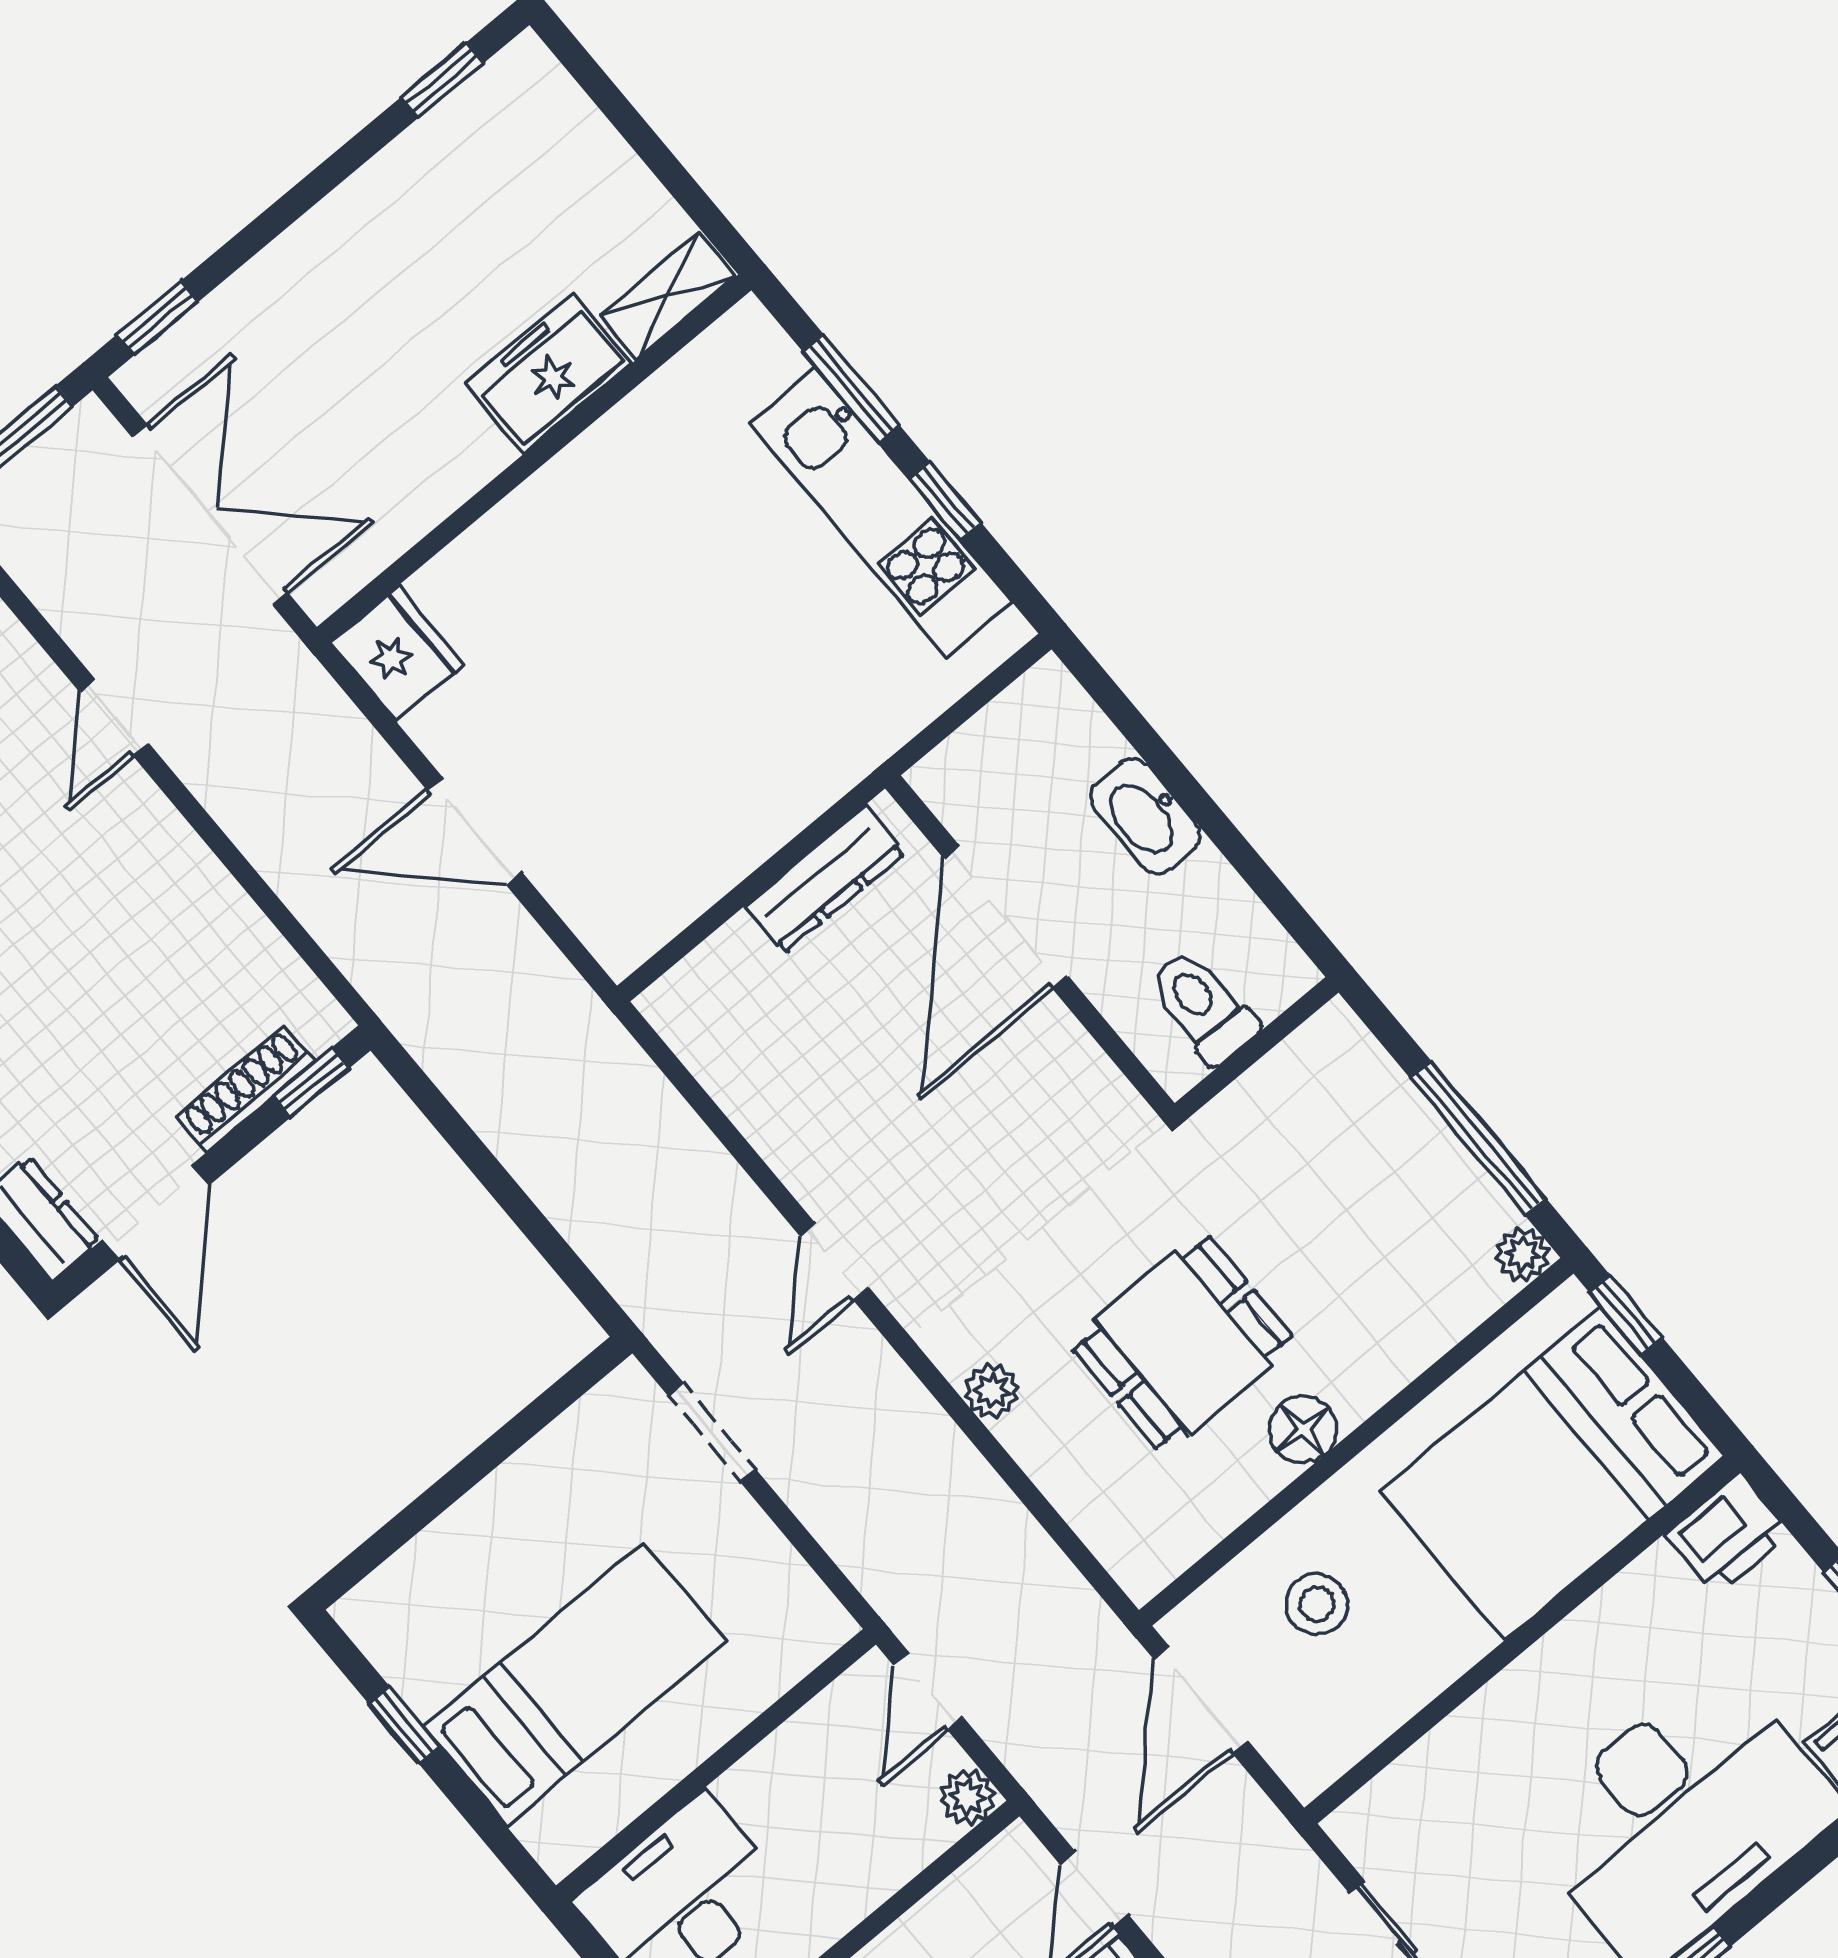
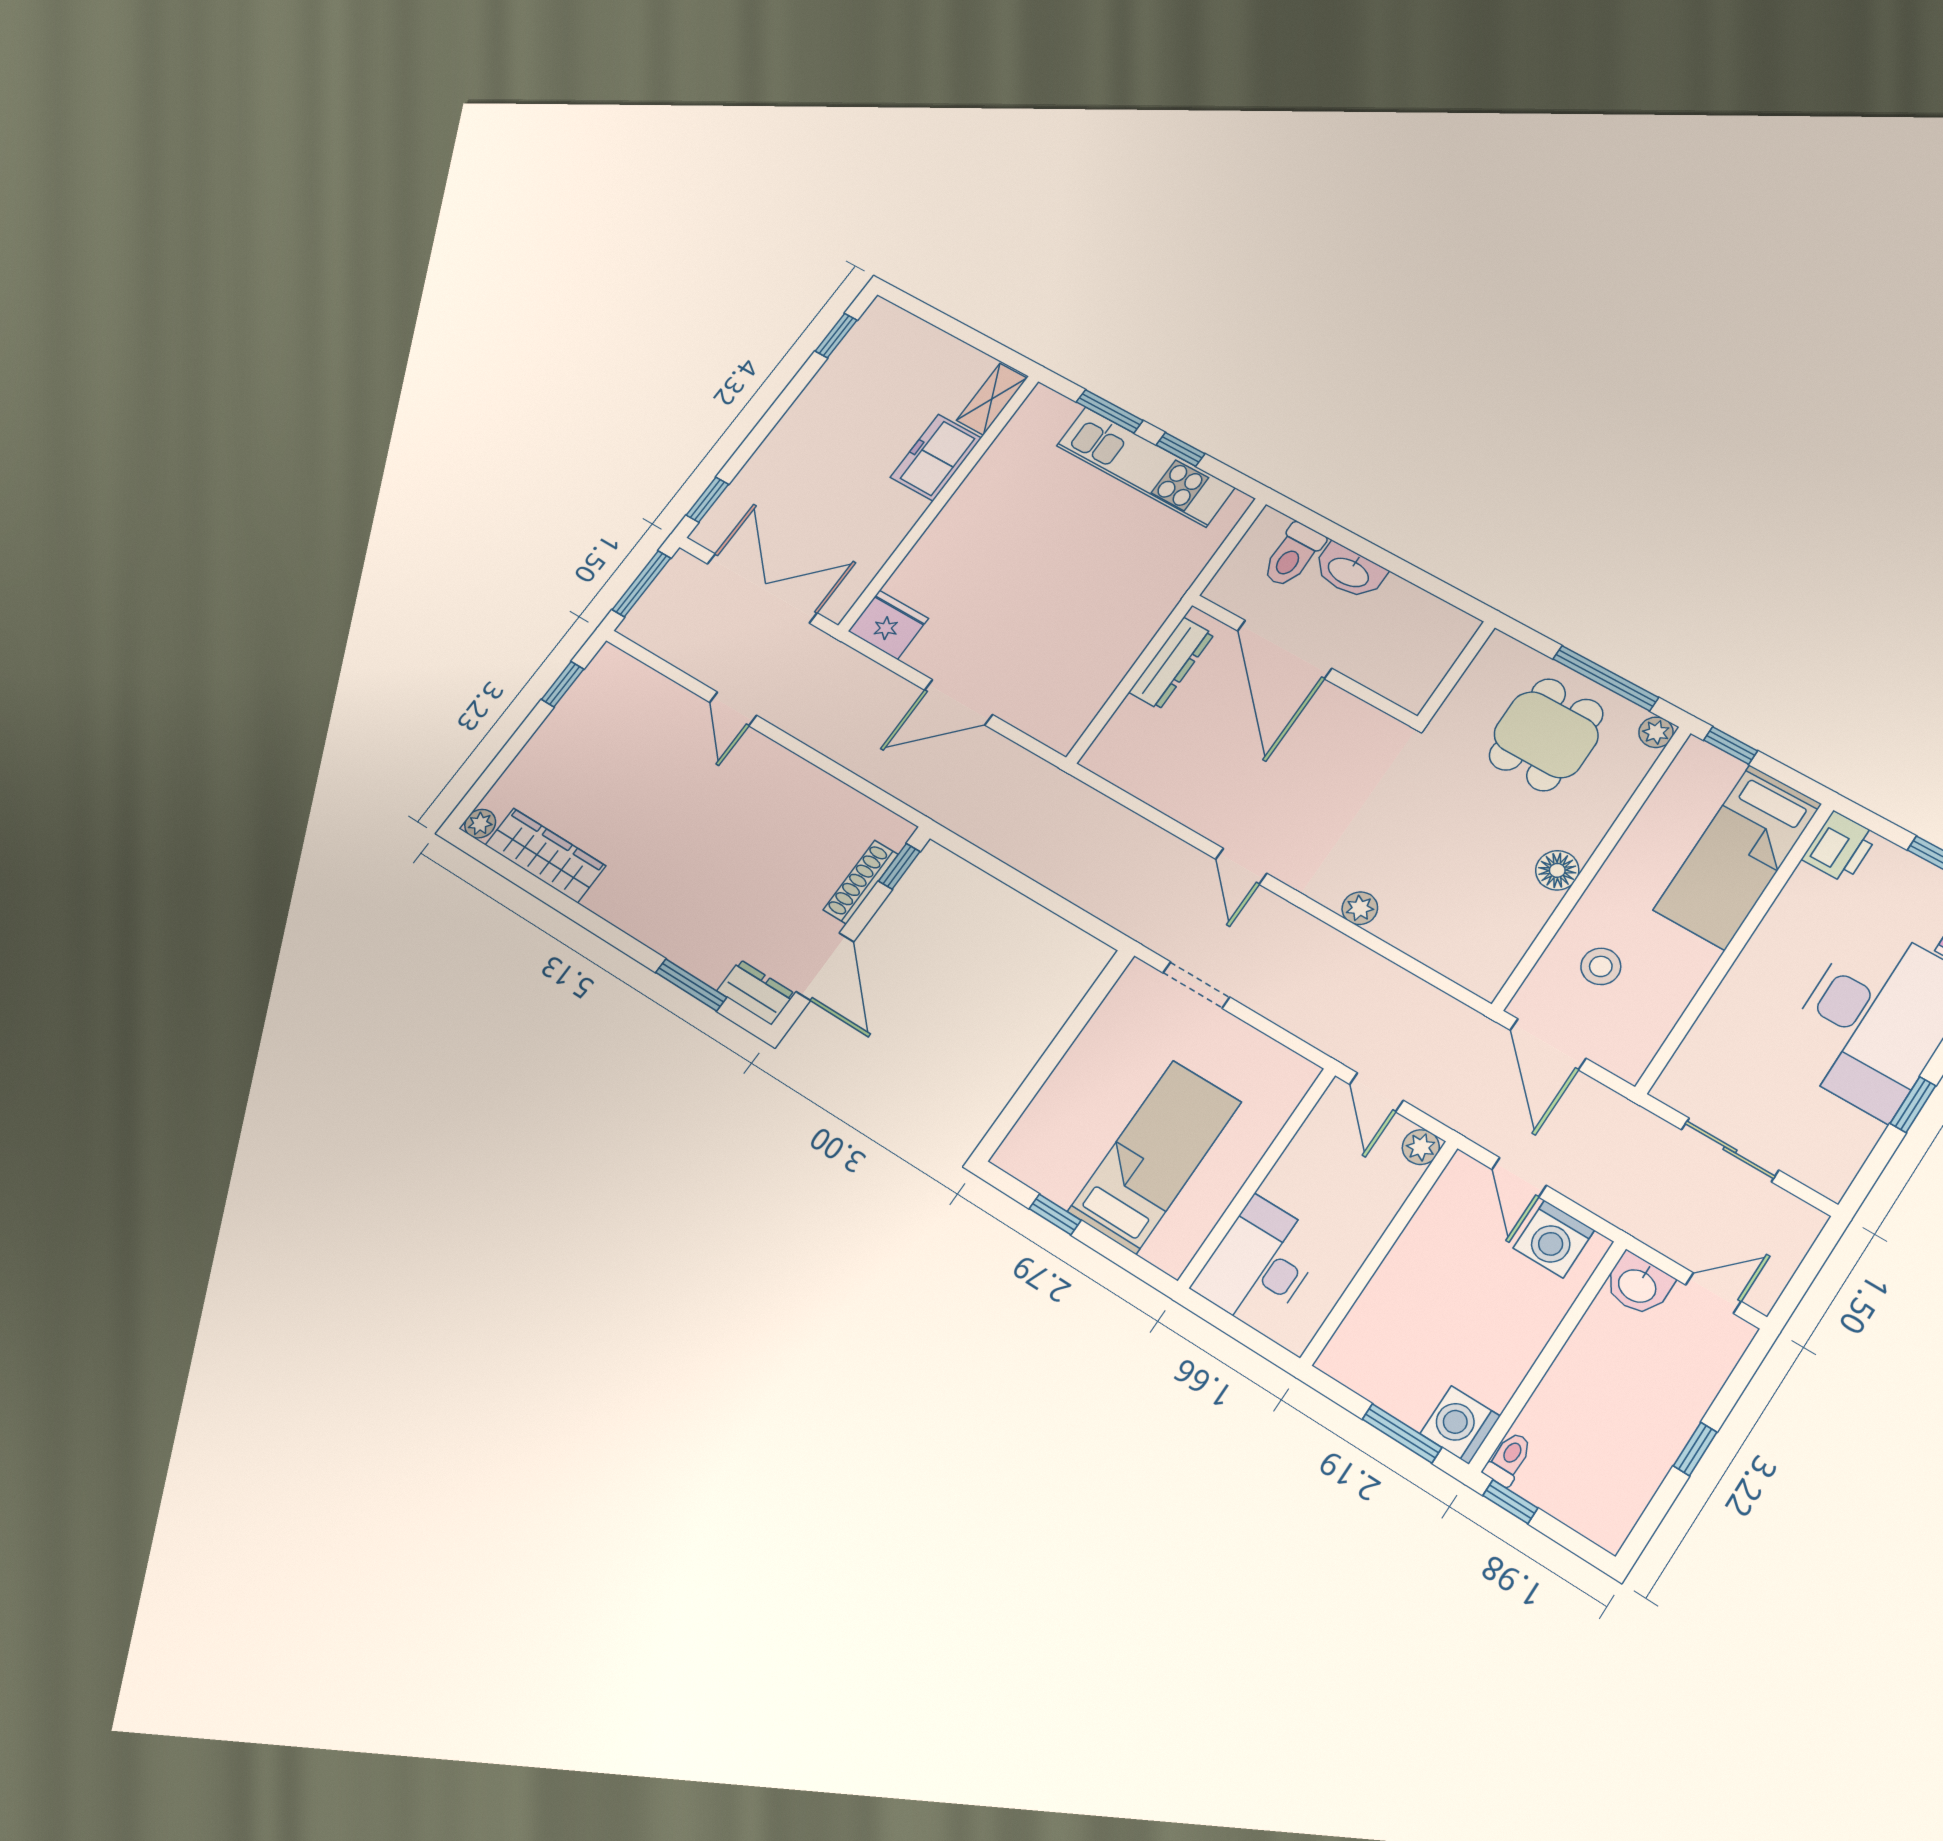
toilet: (1202, 1006) -> (1293, 555), moved, turned -90
dining table: (1183, 1343) -> (1546, 735), moved
bed: (1553, 1473) -> (1737, 857), width x0.67

